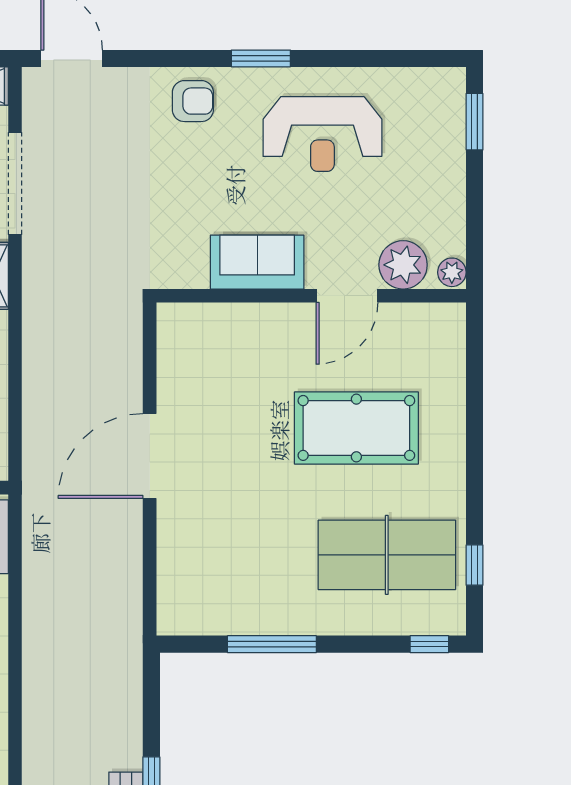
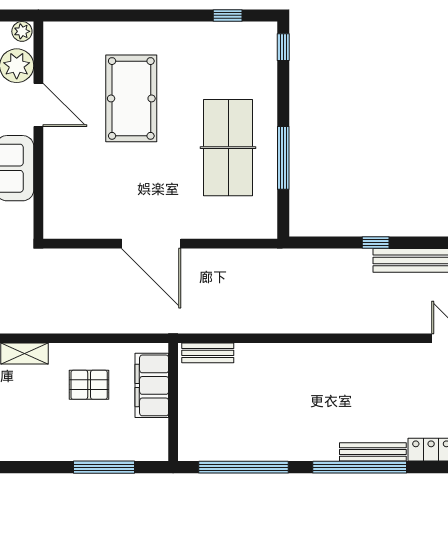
table tennis table: (387, 555) -> (228, 148), moved

